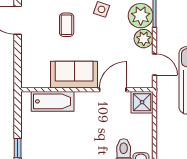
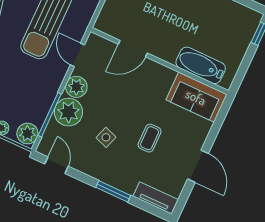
sofa: (74, 75) -> (196, 97), moved
shower: (142, 102) -> (108, 22), removed

